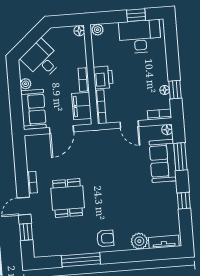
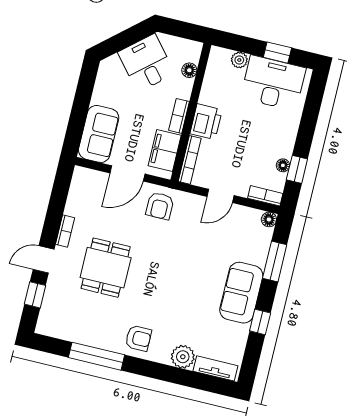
plant: (98, 30) -> (239, 60), moved
floor lamp: (79, 31) -> (189, 70), moved
desk: (42, 59) -> (146, 63), moved
plant: (26, 84) -> (99, 96), removed
door: (129, 124) -> (220, 196), hinge flipped
armchair: (91, 144) -> (160, 206), added
sofa: (163, 161) -> (241, 293), moved

